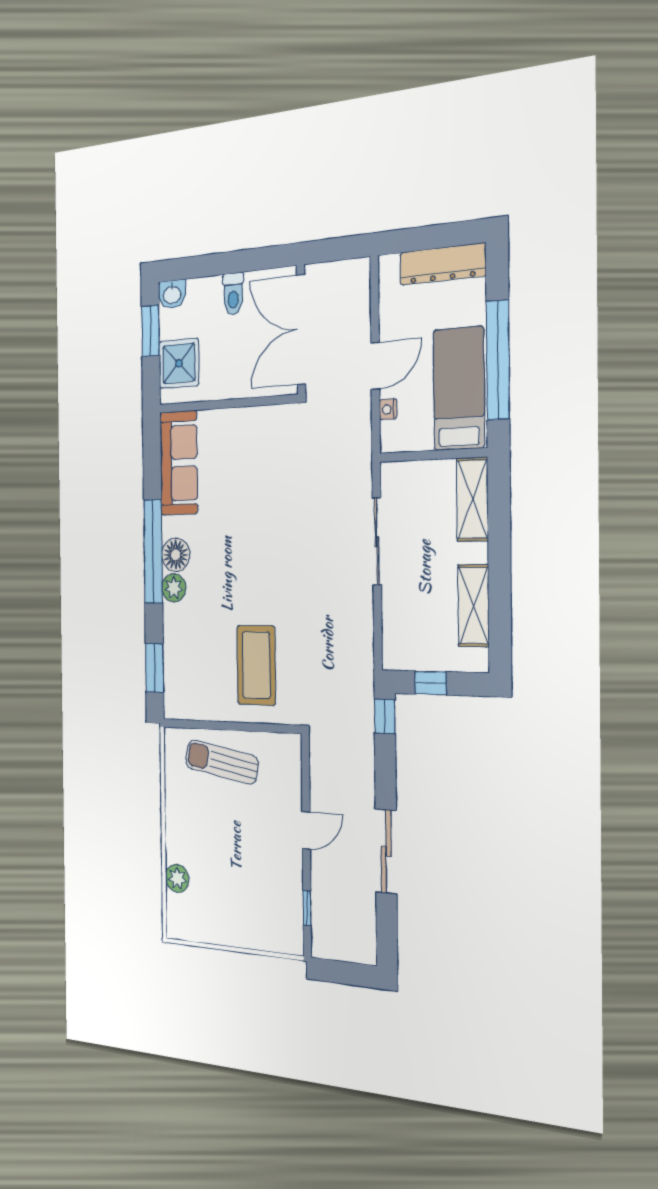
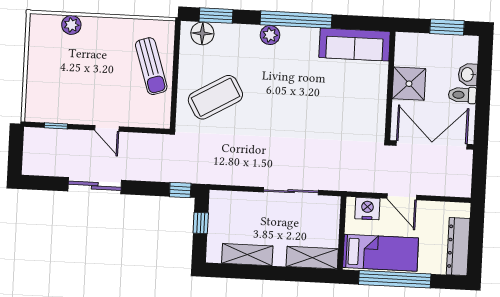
washbasin: (172, 294) -> (468, 75), moved
shower: (179, 363) -> (409, 84), moved
nightstand: (388, 409) -> (367, 209), width x1.89, depth x1.79
floor lamp: (176, 555) -> (202, 33), moved
coffee table: (256, 665) -> (215, 97), turned -30
sun lounger: (222, 762) -> (151, 66), turned 152

